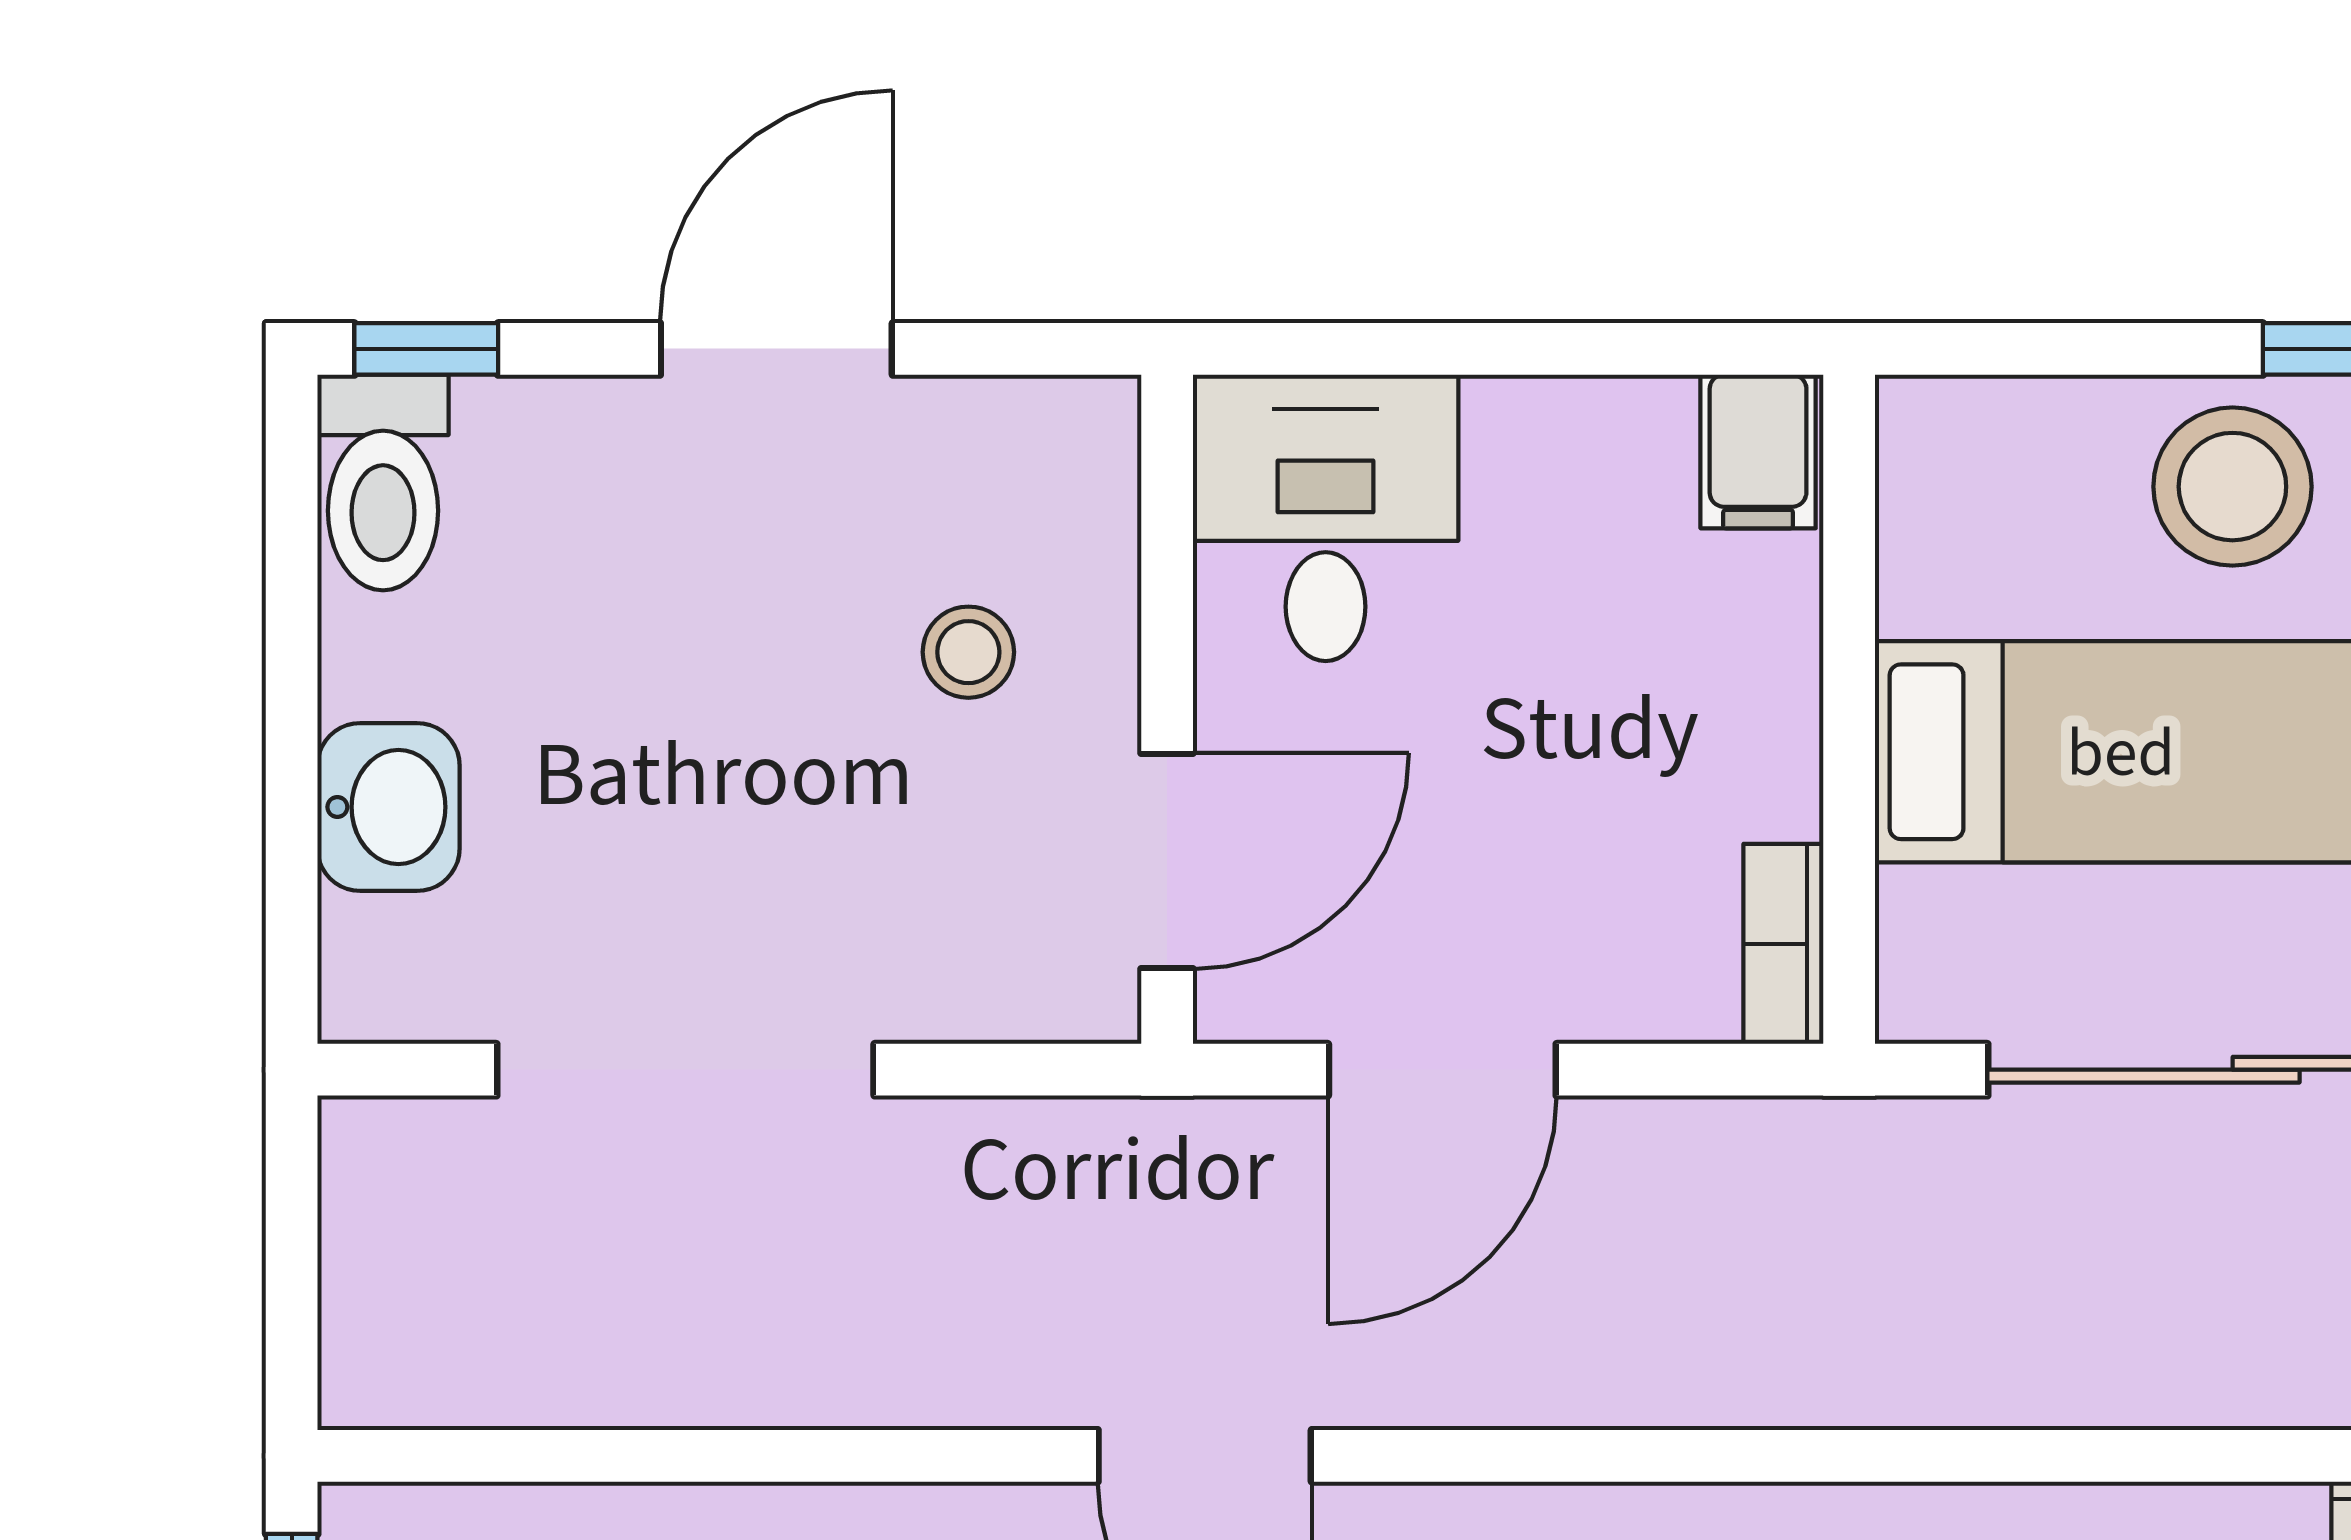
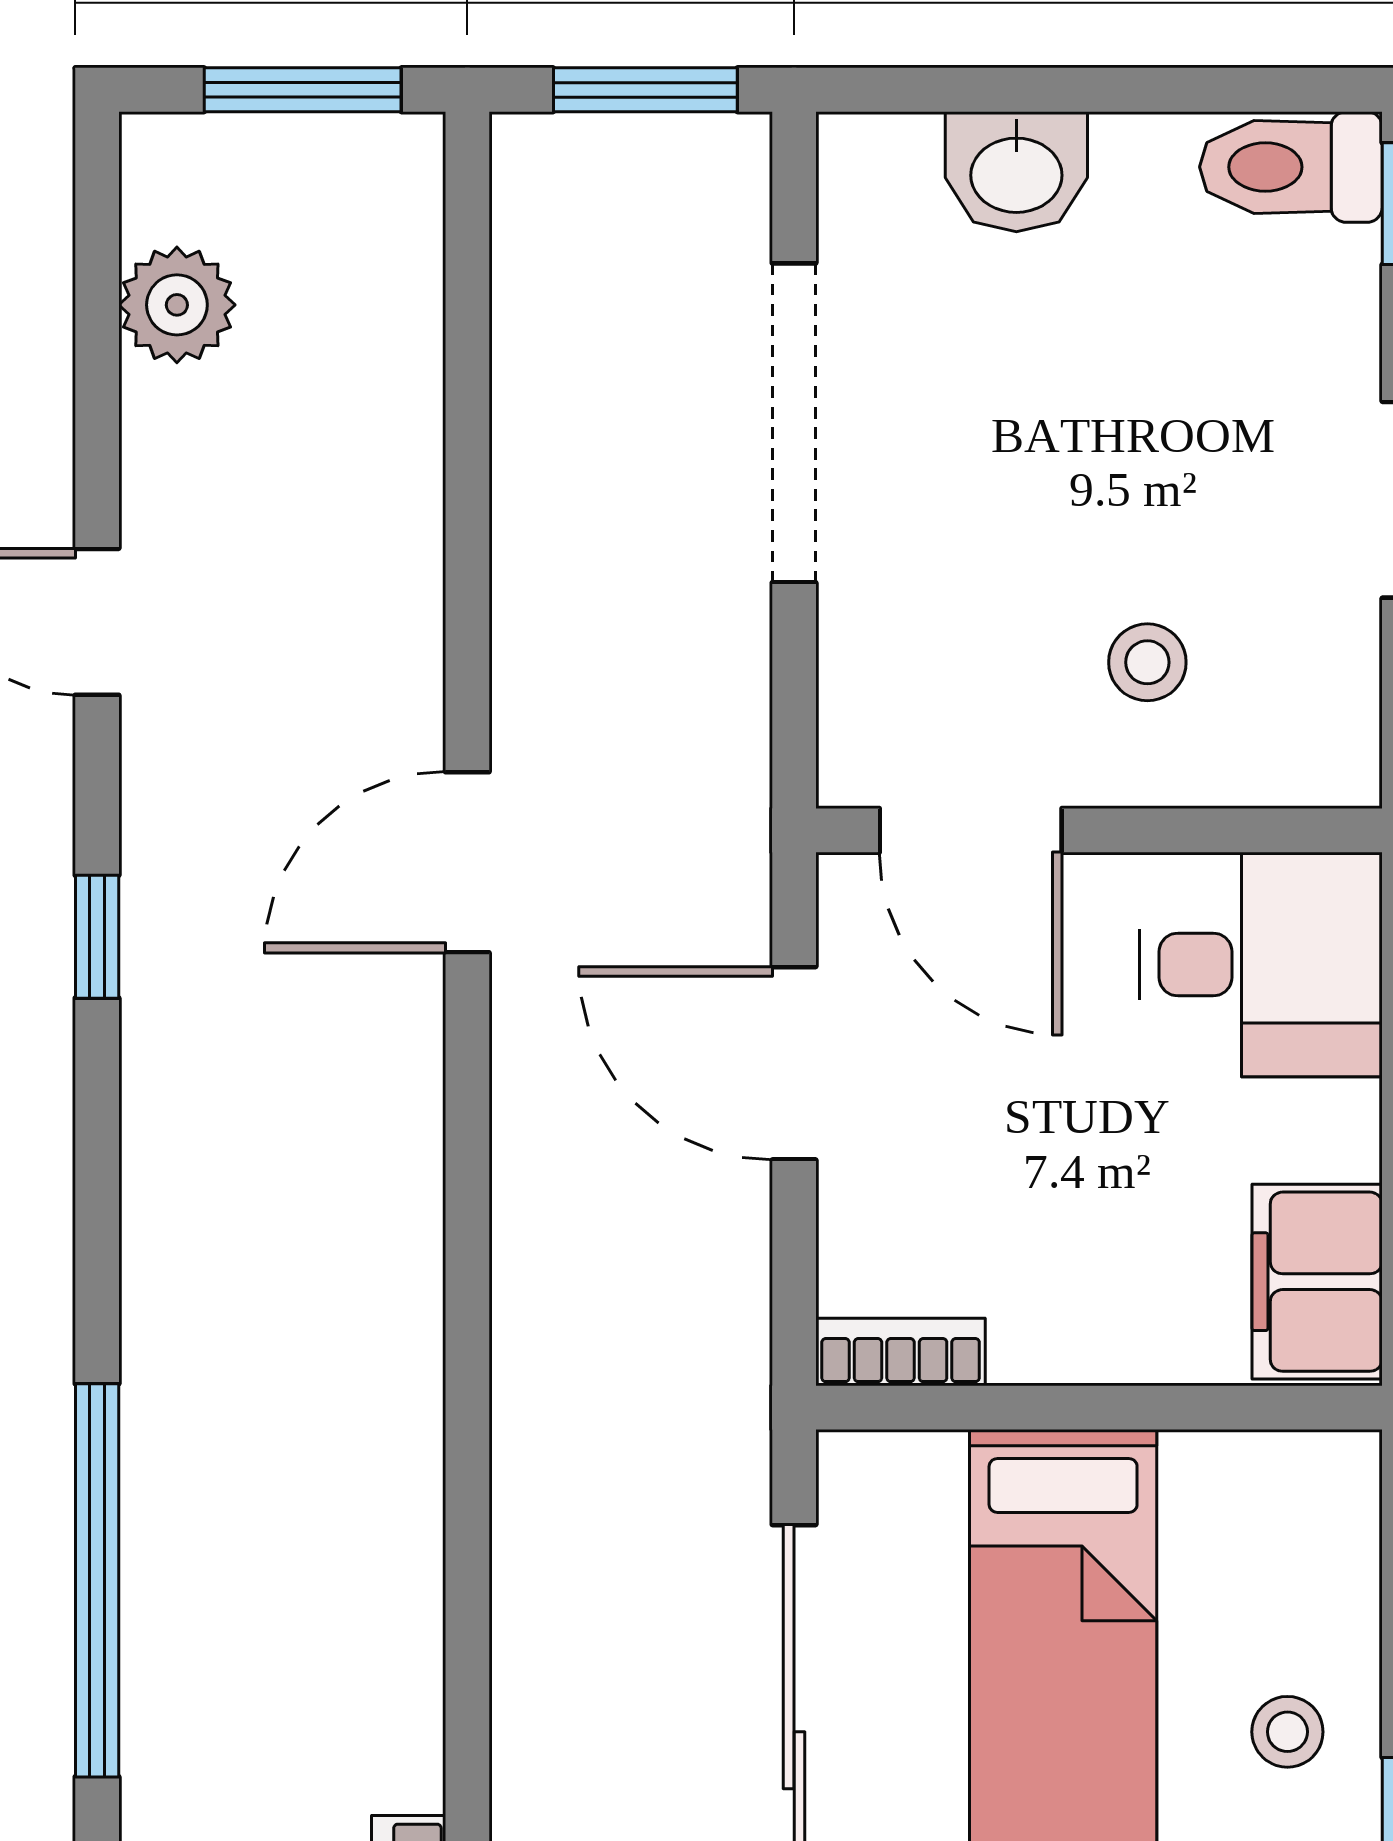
filing cabinet: (1758, 451) -> (1317, 1282), width x2.00
stool: (2232, 487) -> (1287, 1732), width x0.53, depth x0.53
window: (292, 1245) -> (645, 90), added

